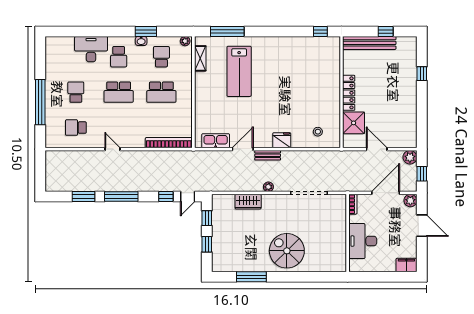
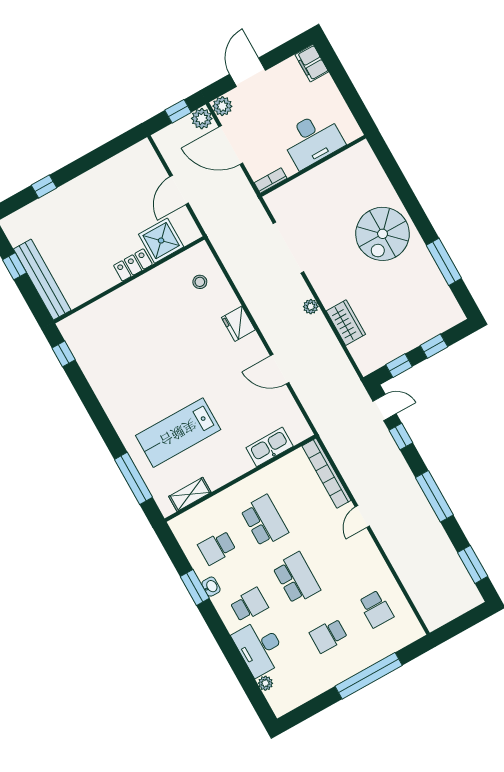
plant: (185, 41) -> (265, 683), moved
lab bench: (239, 71) -> (178, 433), turned 180
locker: (349, 93) -> (133, 265), width x0.66
kitchen sink: (216, 141) -> (270, 447), moved, turned 90
door: (113, 149) -> (362, 517), moved
bench: (268, 155) -> (269, 331), removed
plant: (410, 157) -> (202, 119), moved
window: (83, 197) -> (473, 564), moved

